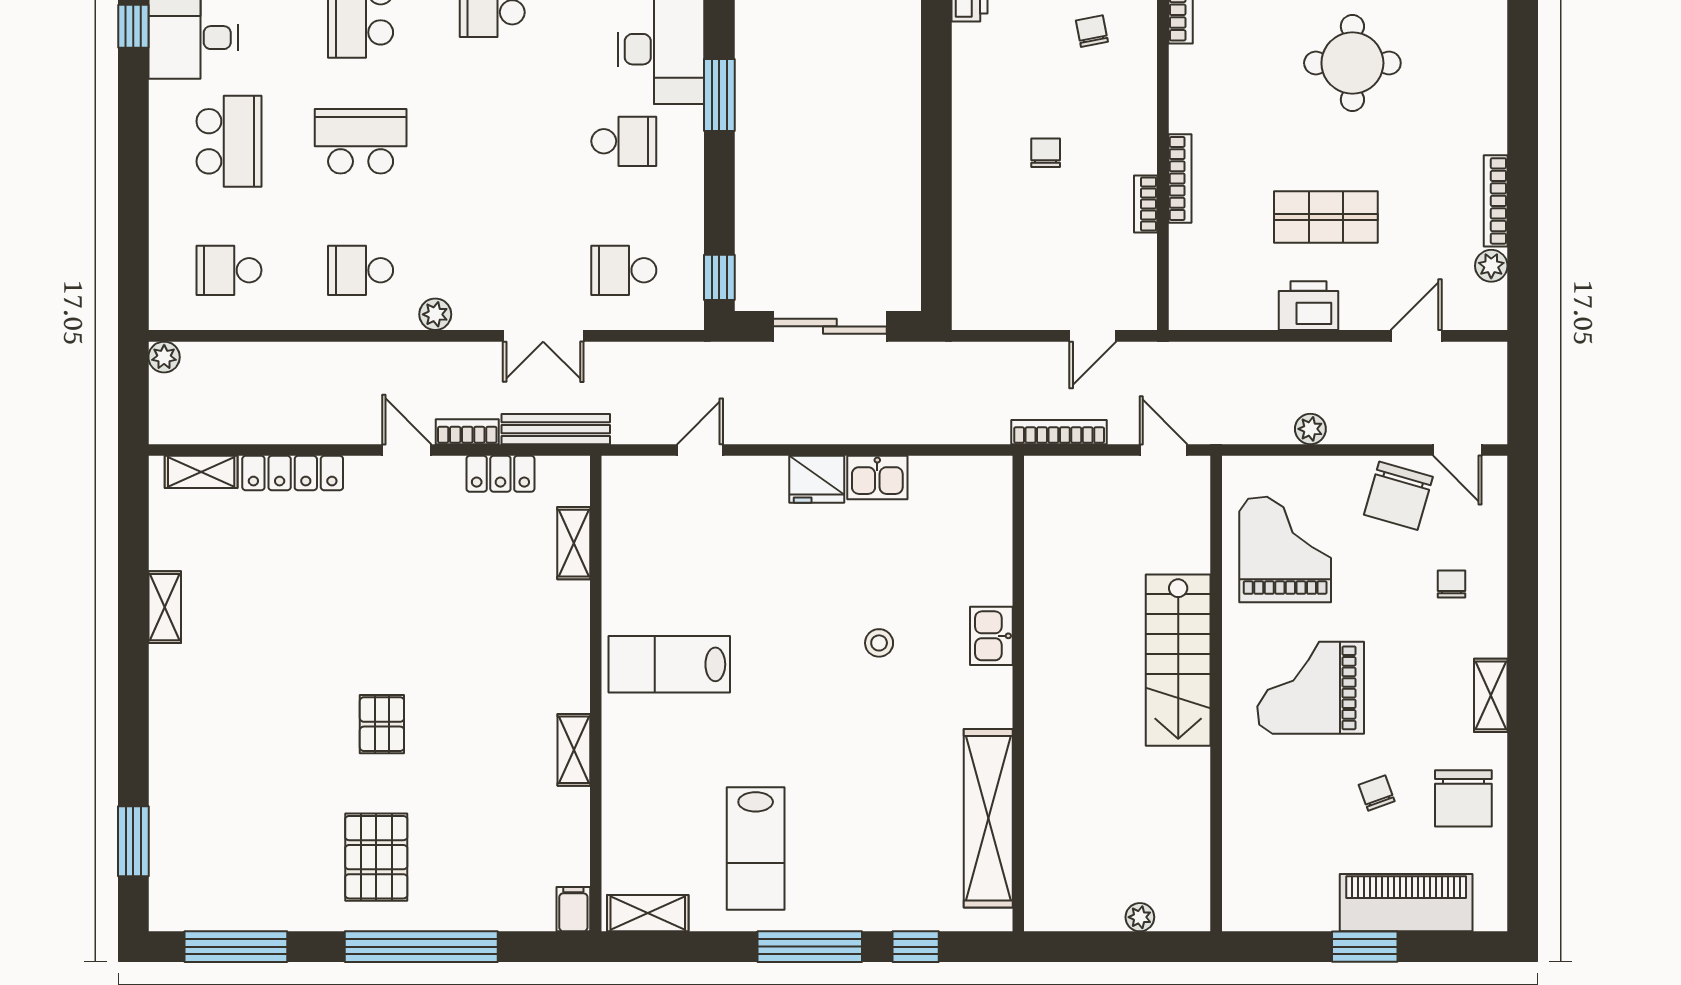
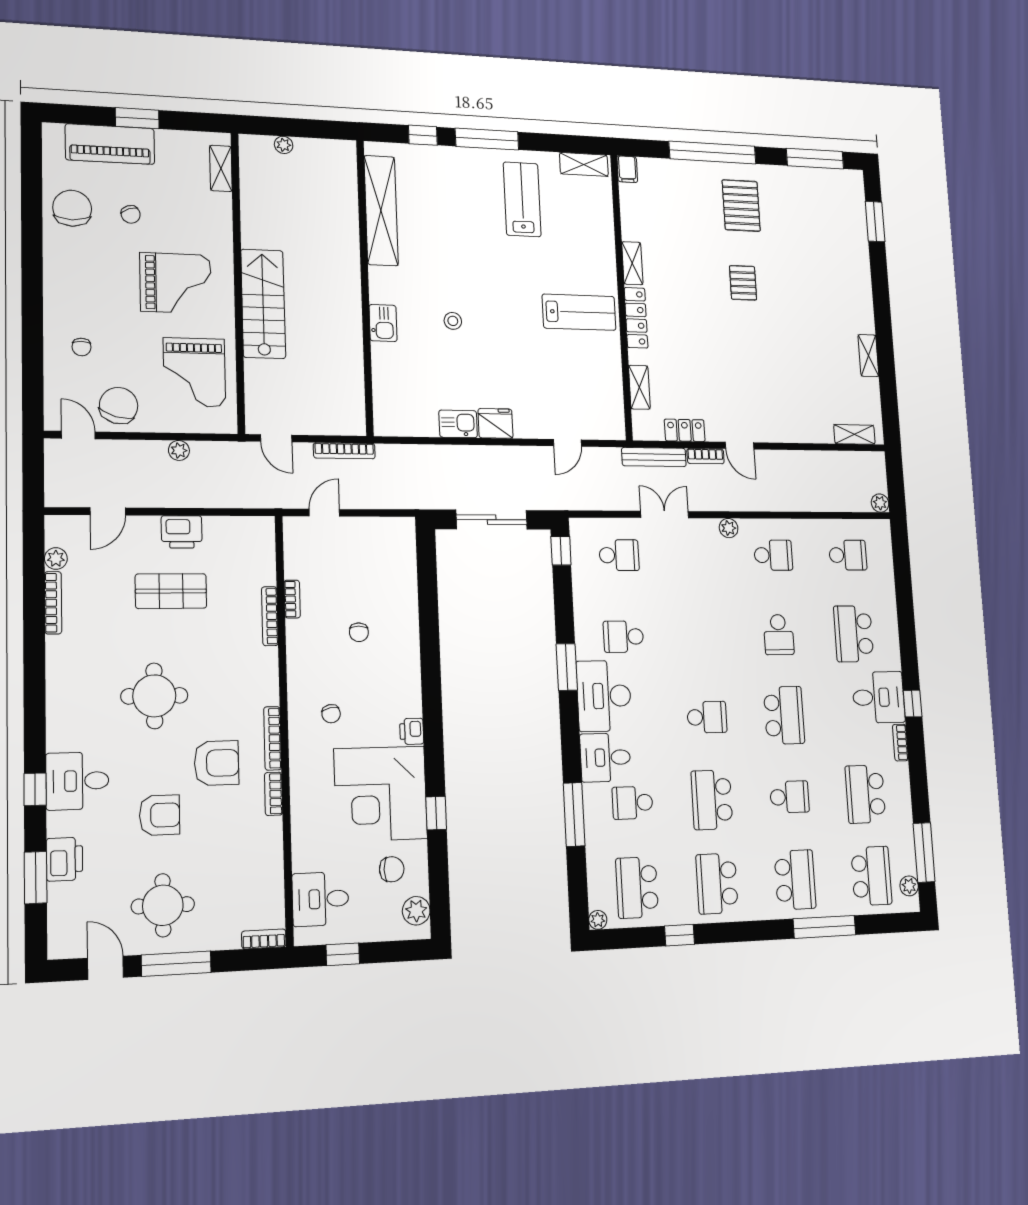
school desk: (361, 141) -> (779, 635), width x0.54
locker: (293, 473) -> (636, 318), moved, turned 90
shelving: (1491, 695) -> (221, 168), moved

